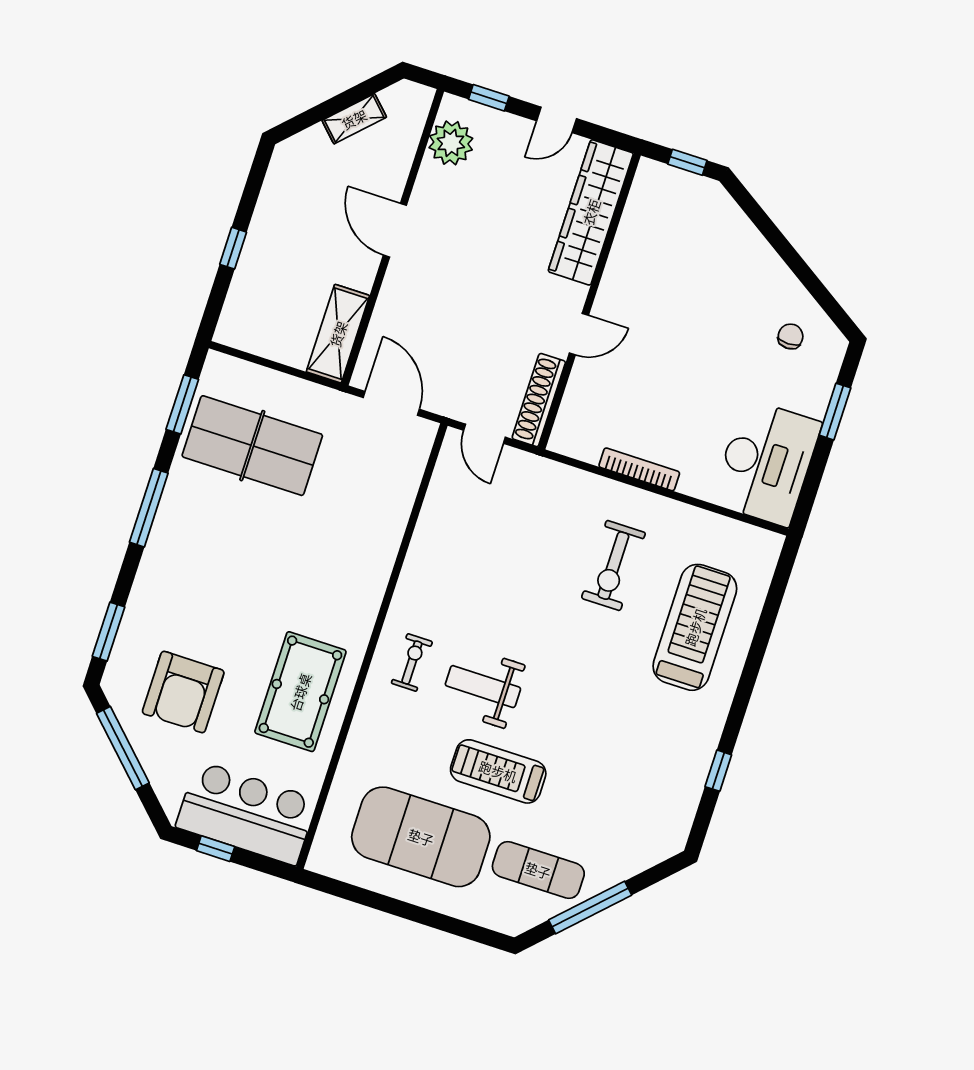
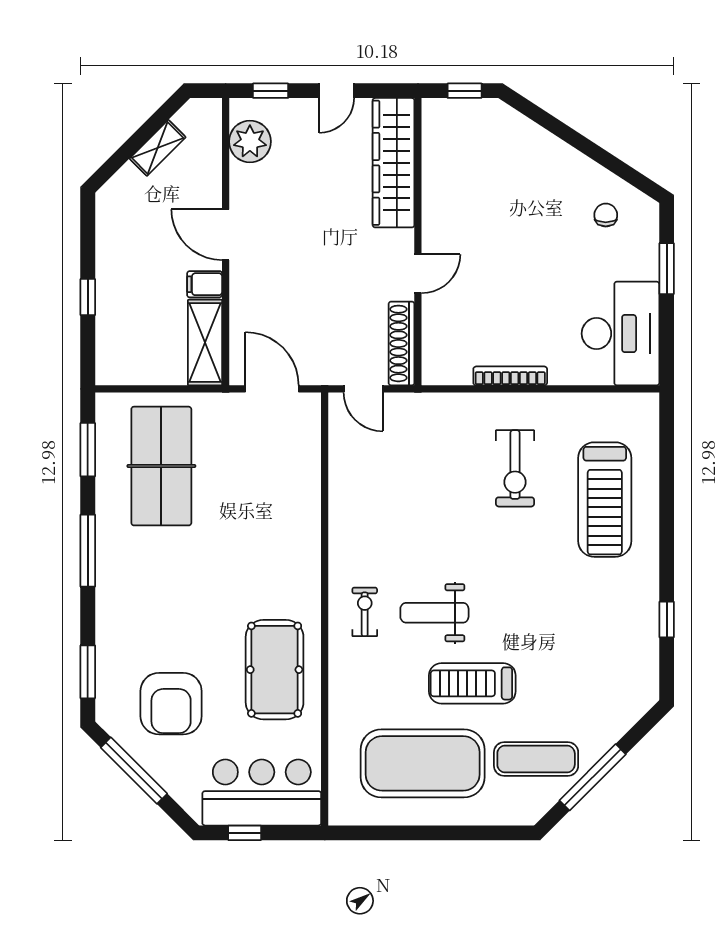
filing cabinet: (357, 274) -> (205, 284), added
table tennis table: (252, 446) -> (161, 466), turned 90
treadmill: (695, 627) -> (605, 500), turned 180

